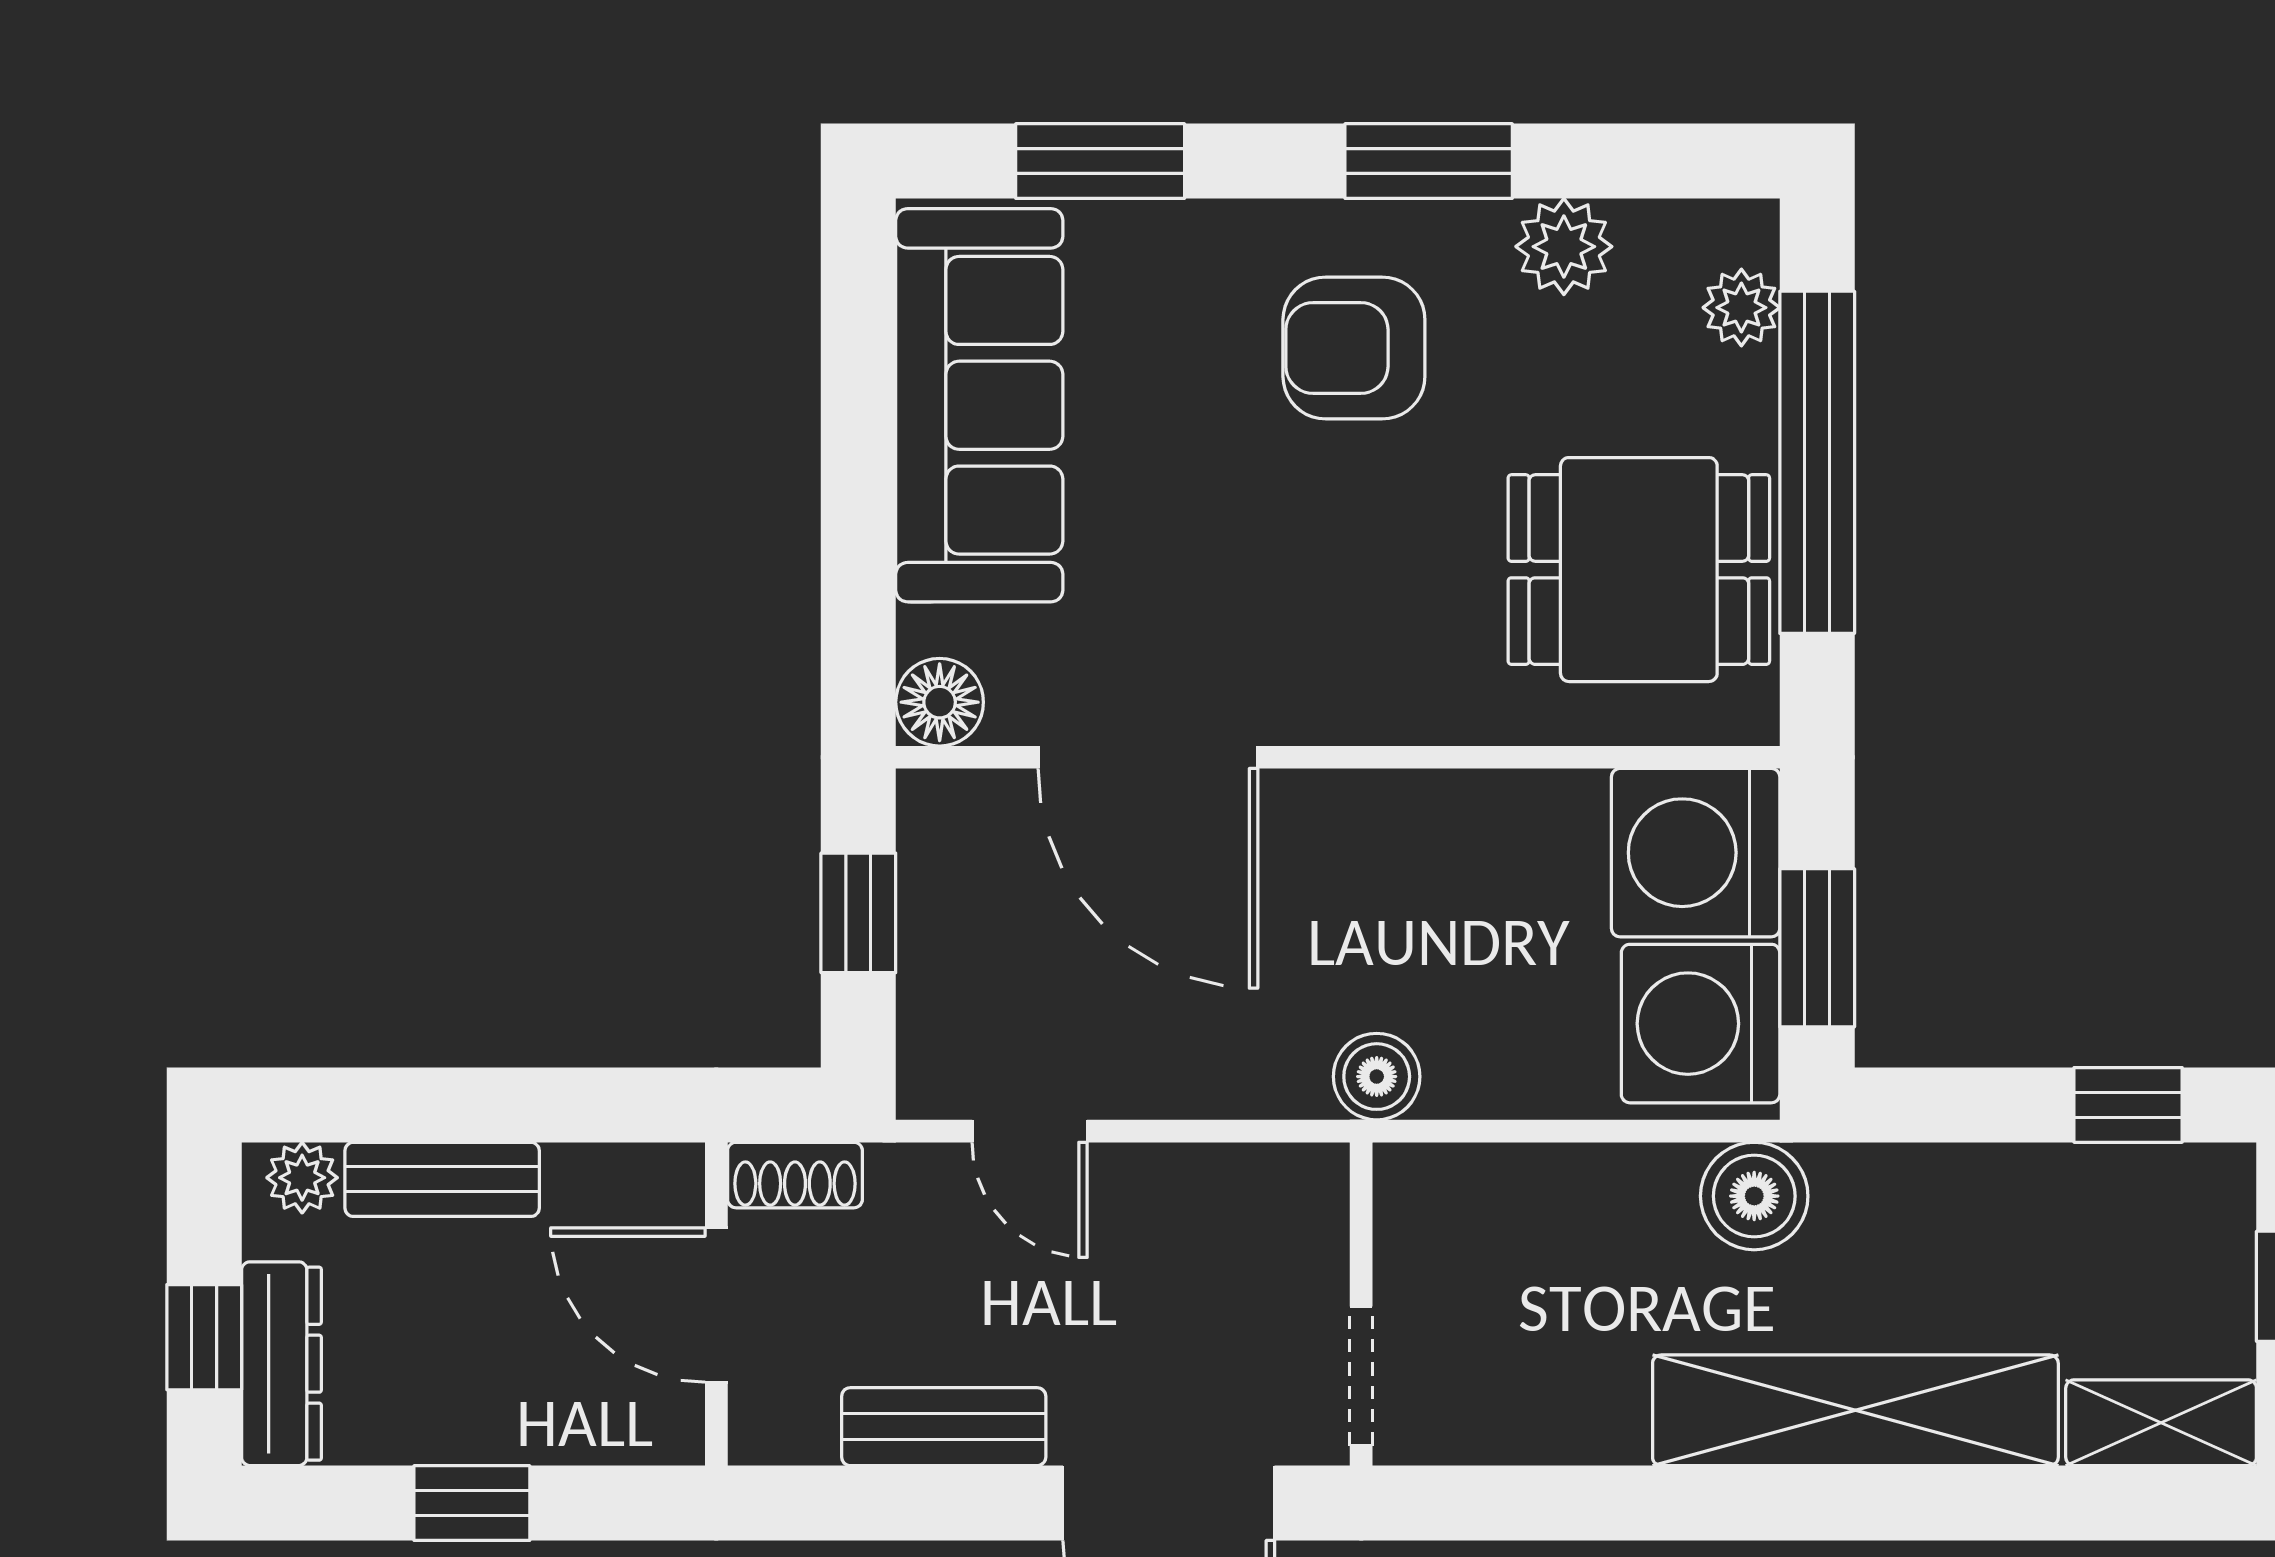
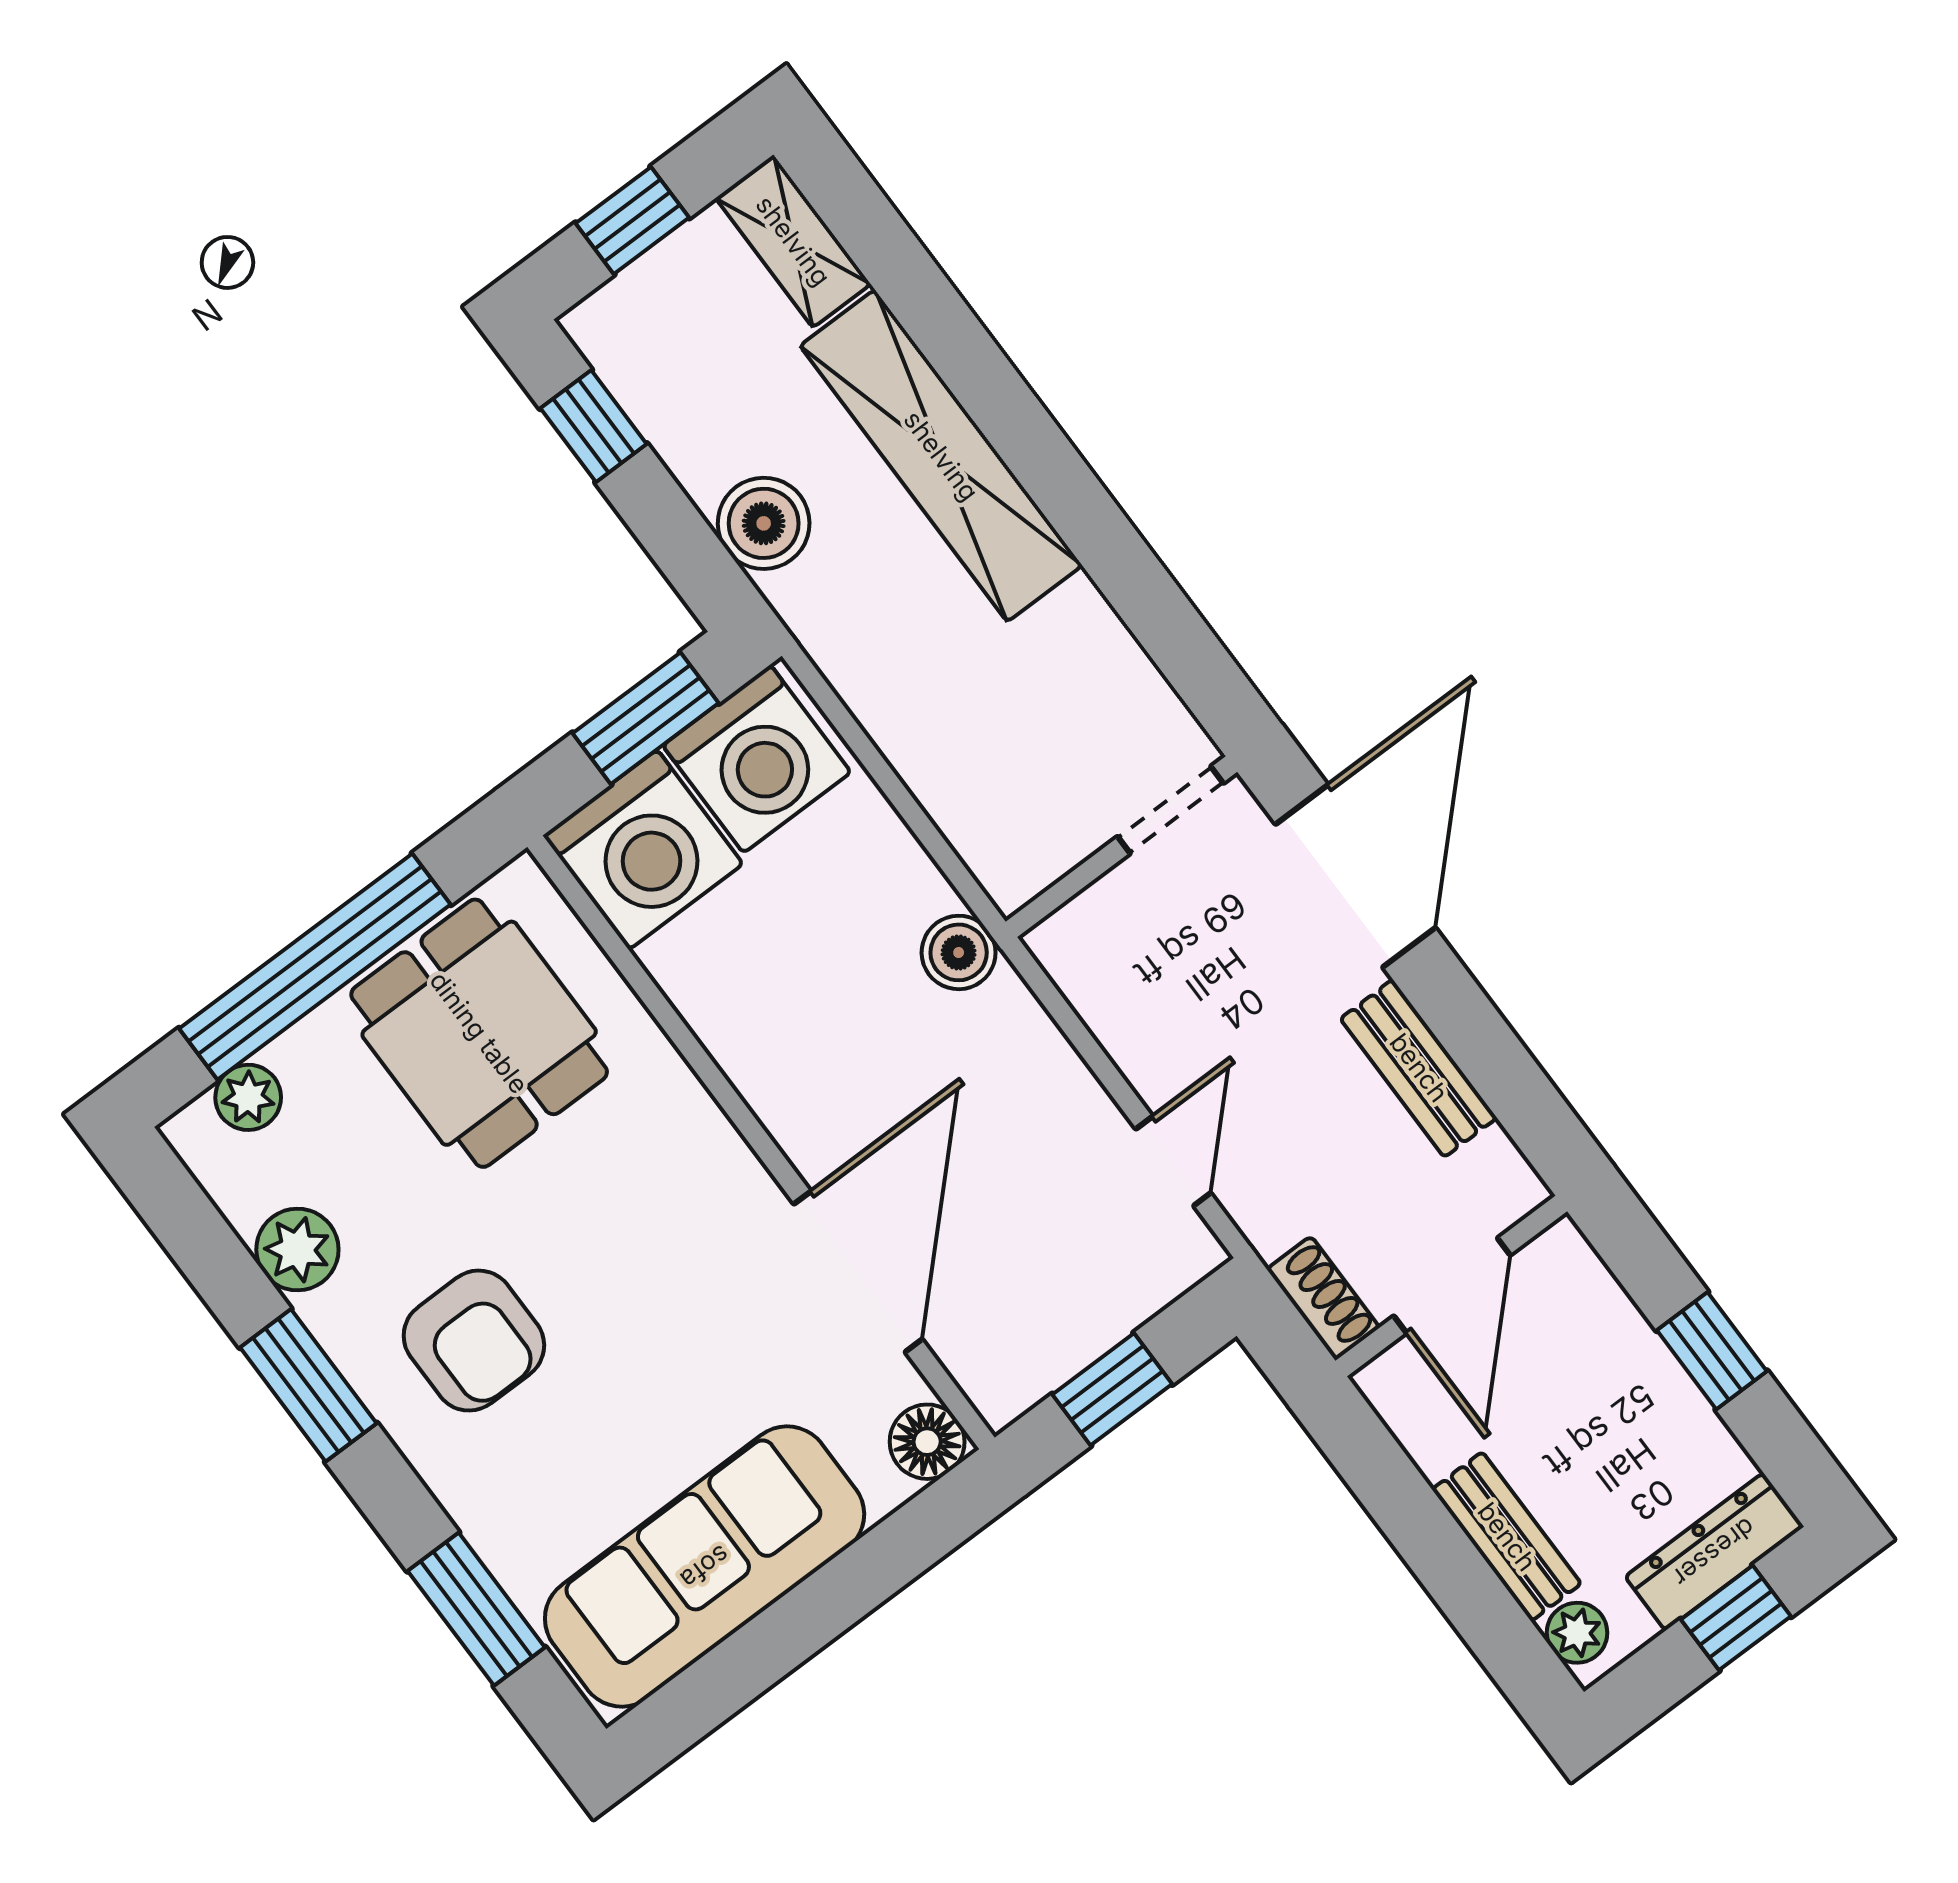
boiler: (1754, 1196) -> (764, 523), moved

